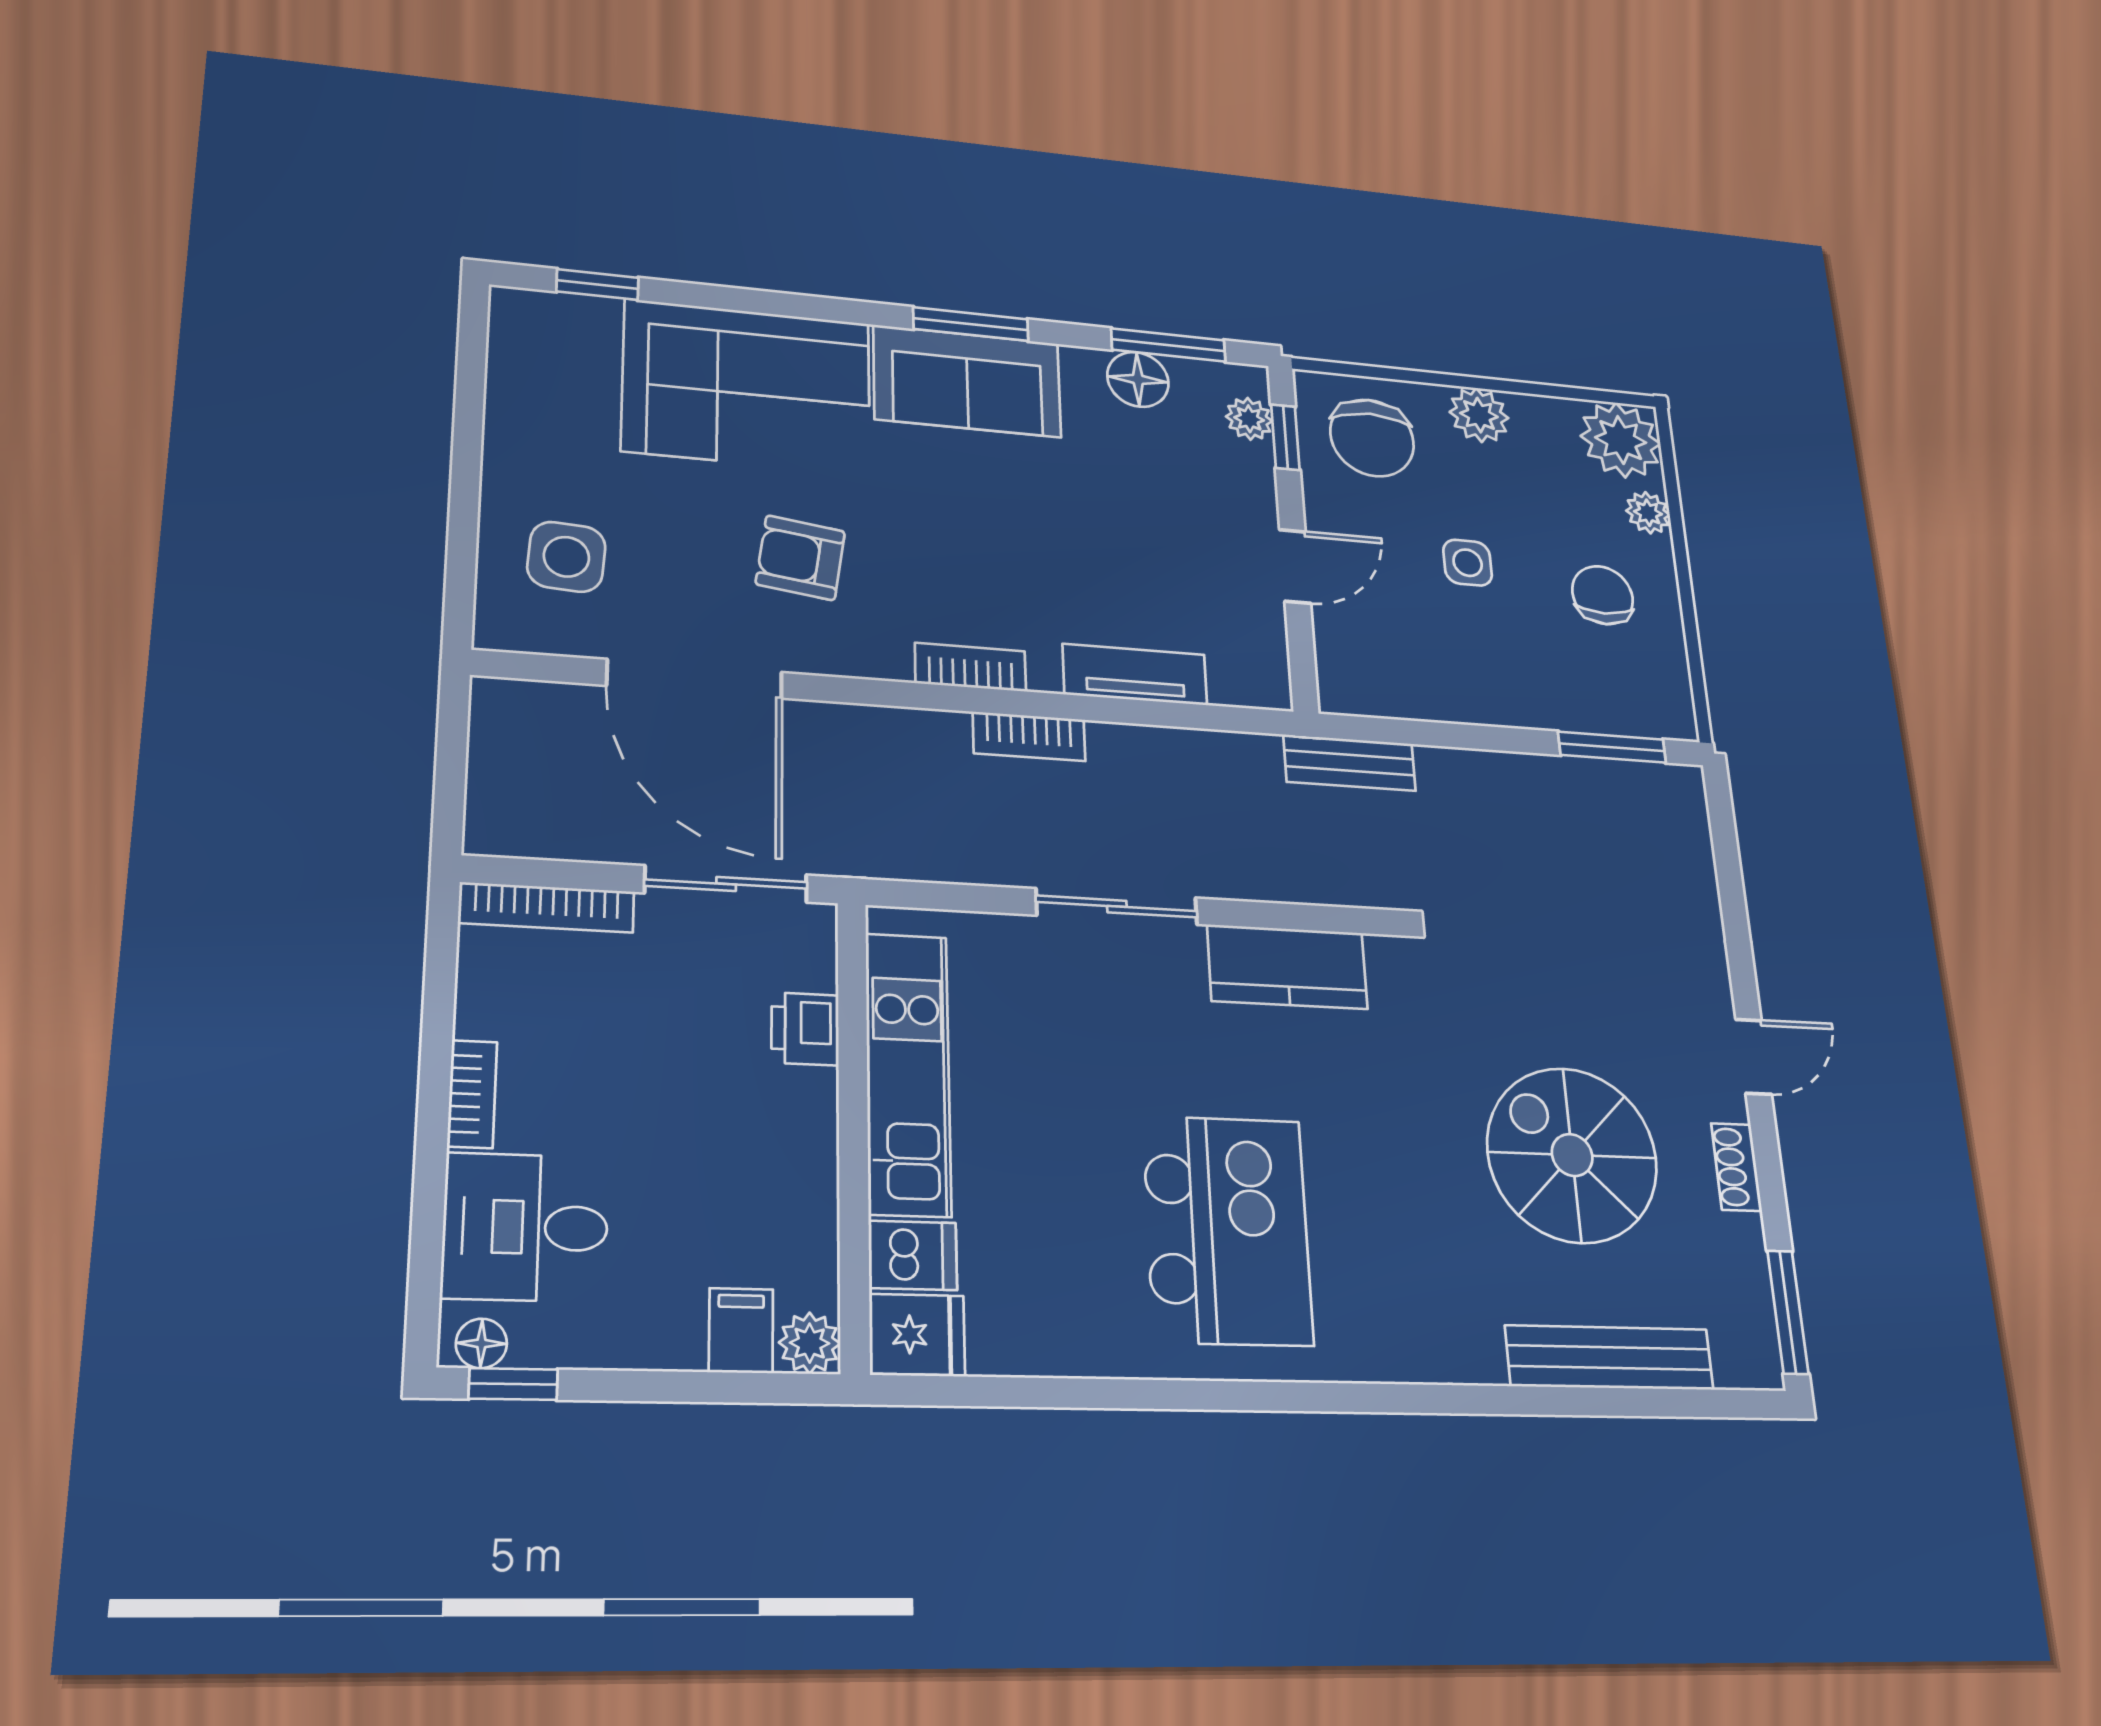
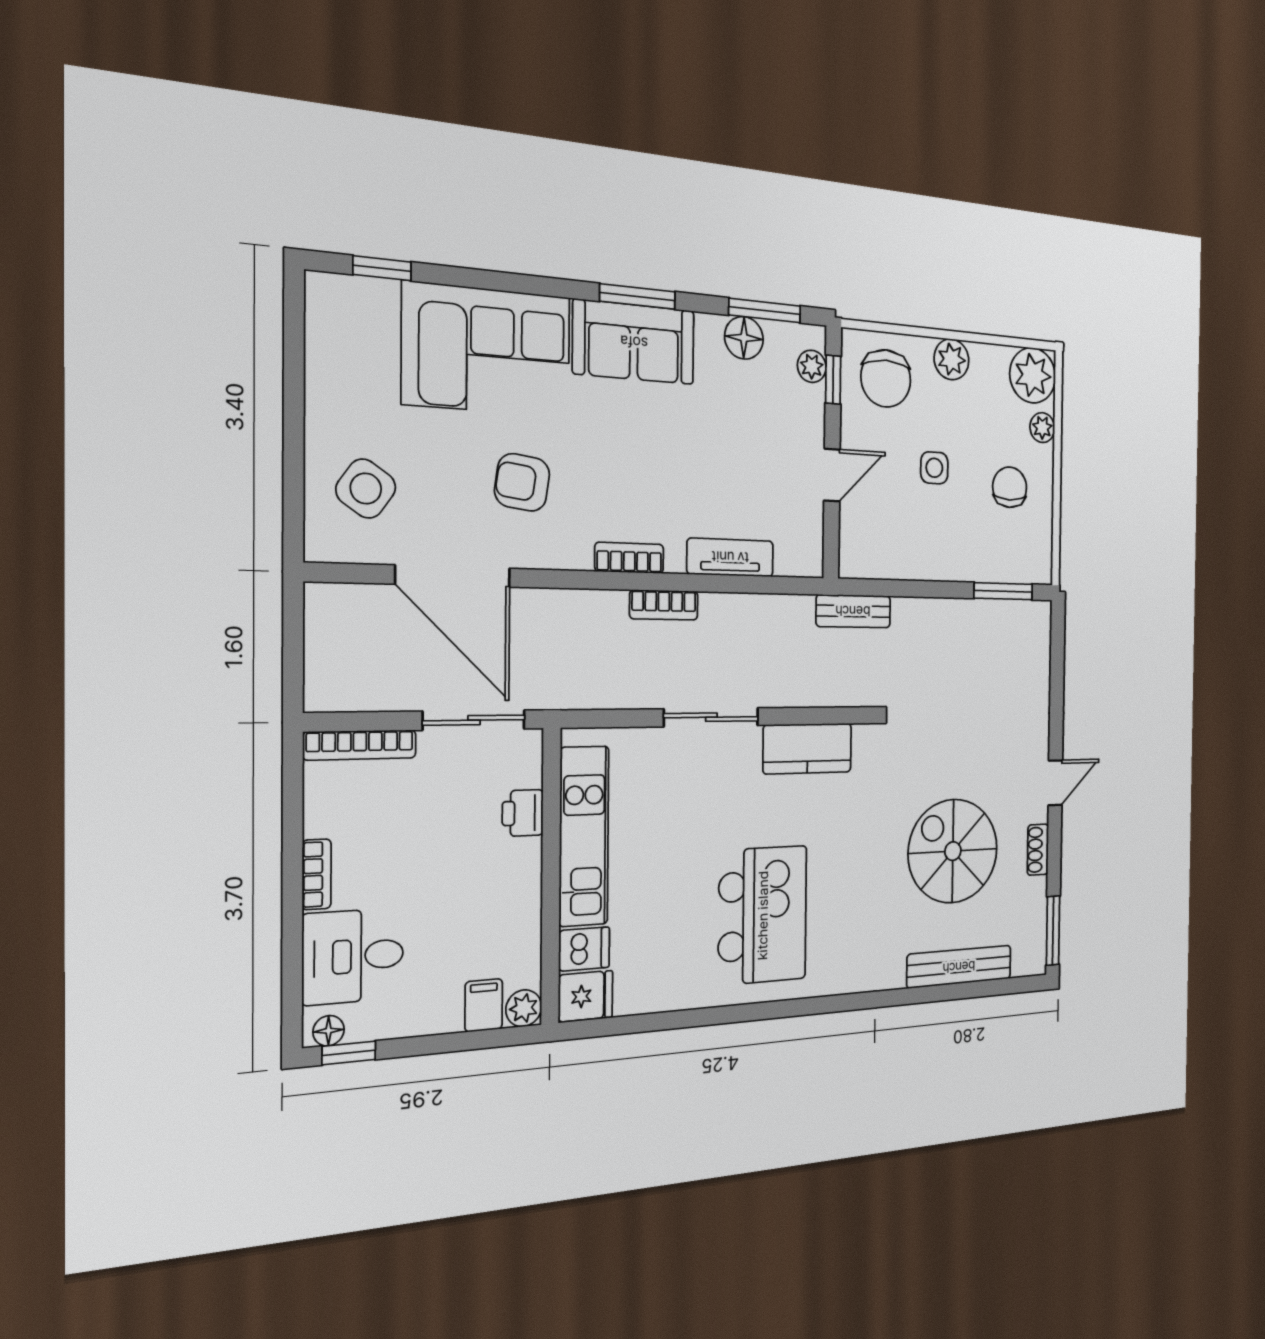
side table: (566, 557) -> (366, 489), turned 31

